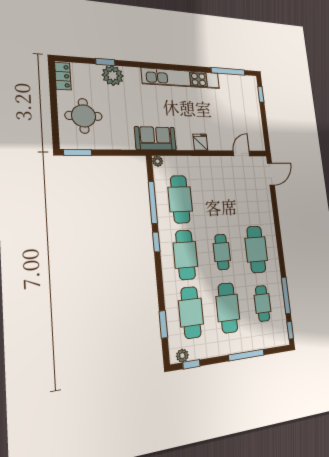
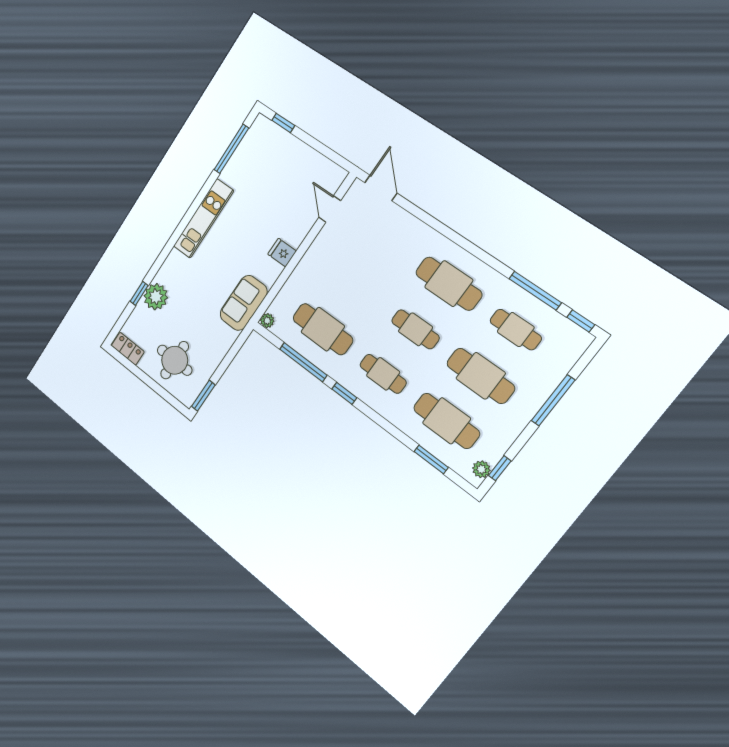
kitchen unit: (181, 78) -> (203, 219), width x0.73
cafe table: (185, 255) -> (383, 374), width x0.73, depth x0.74

